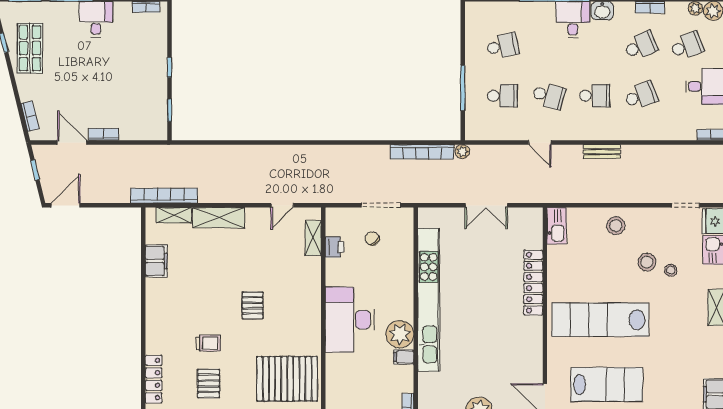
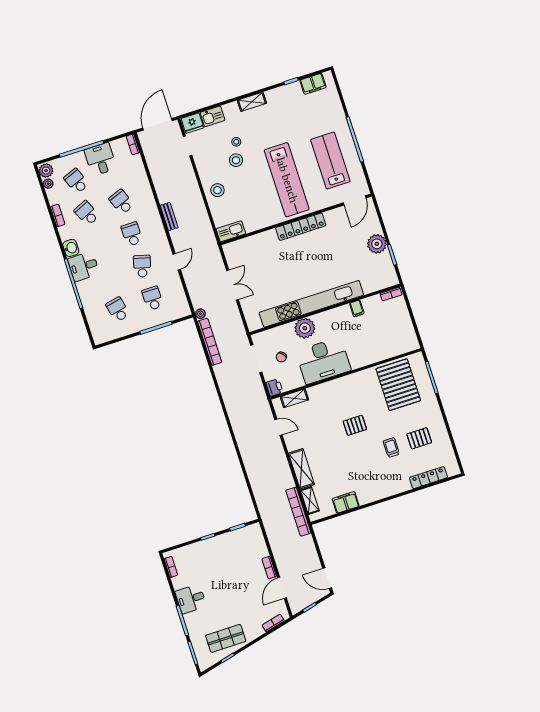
printer: (335, 247) -> (274, 387), moved, turned 90
locker: (533, 283) -> (301, 227), moved
desk: (350, 320) -> (323, 361), moved
plant: (400, 334) -> (305, 328), moved

